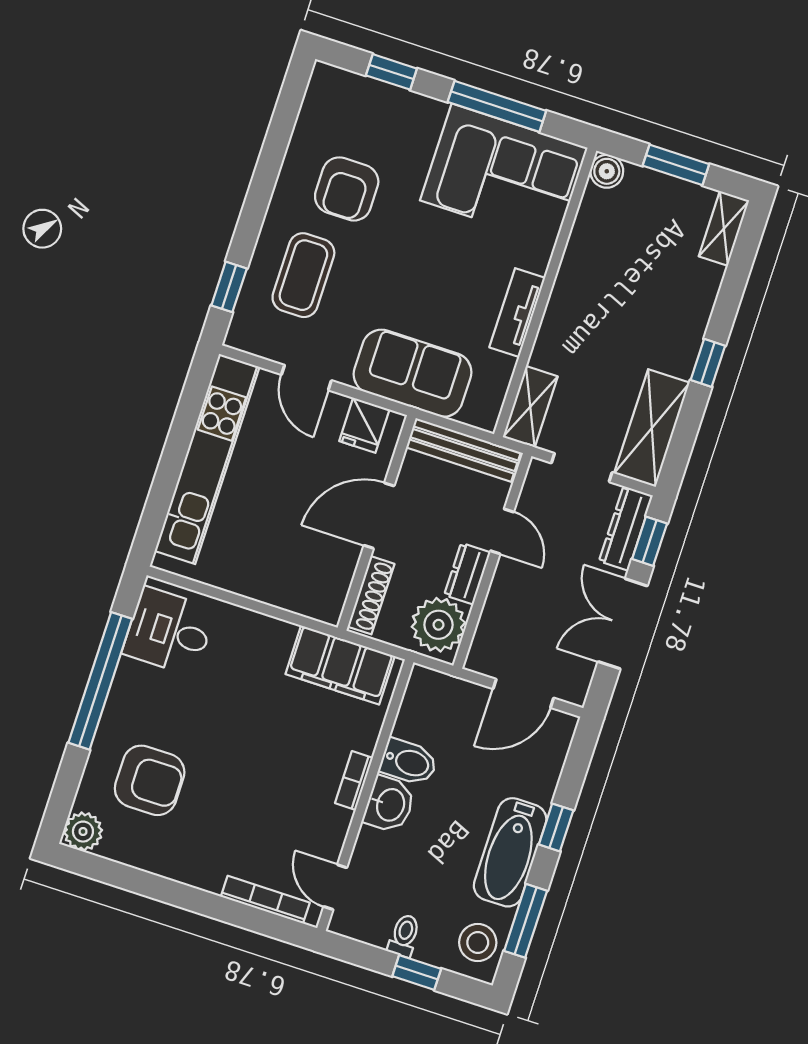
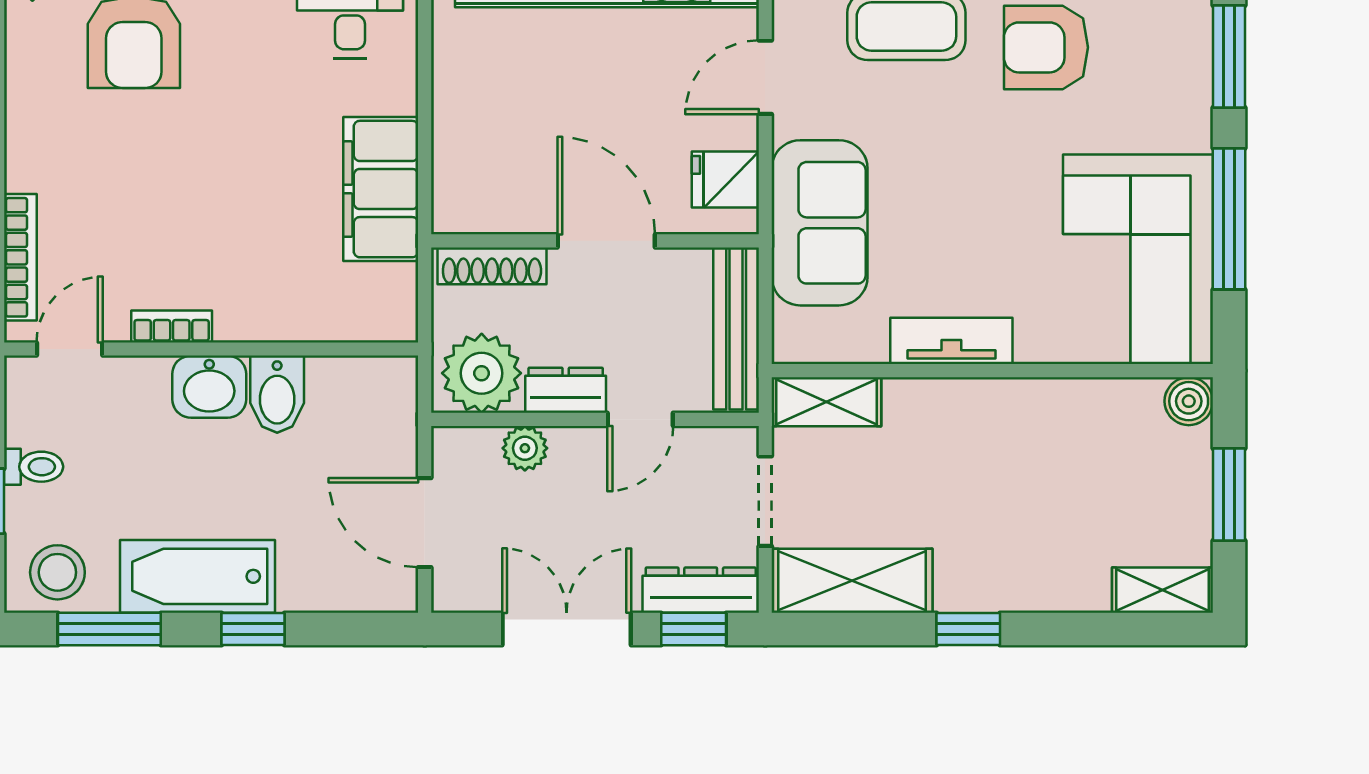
window: (391, 72) -> (1229, 57), width x1.50
plant: (496, 613) -> (525, 448), added
filing cabinet: (340, 665) -> (381, 189), moved
bookcase: (354, 780) -> (172, 326), moved

